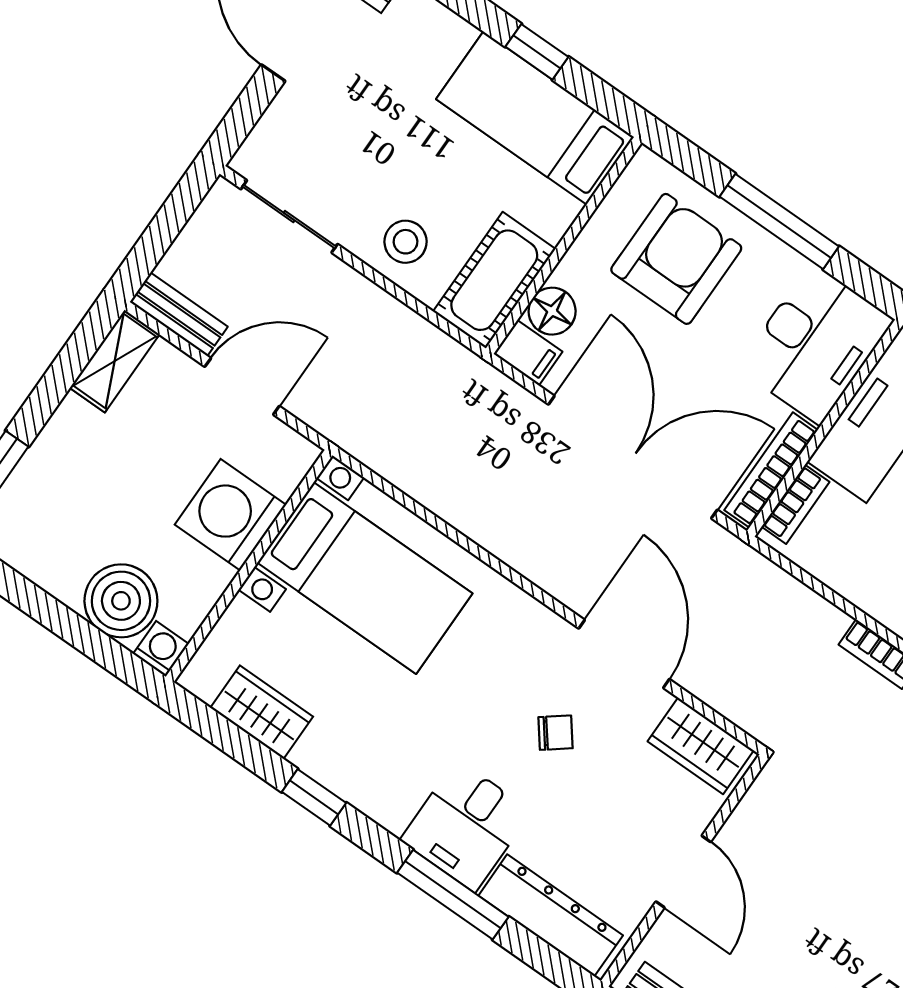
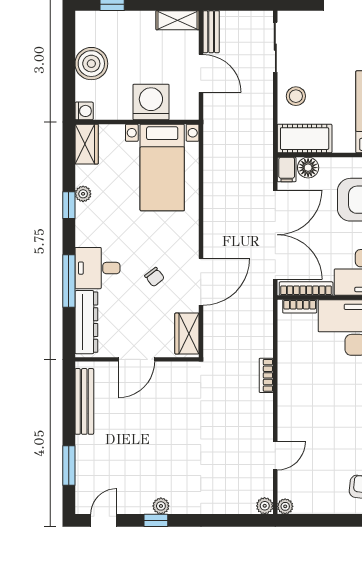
boiler: (121, 601) -> (91, 64), moved
wardrobe: (262, 712) -> (87, 144), moved
plant: (311, 757) -> (83, 194), added

